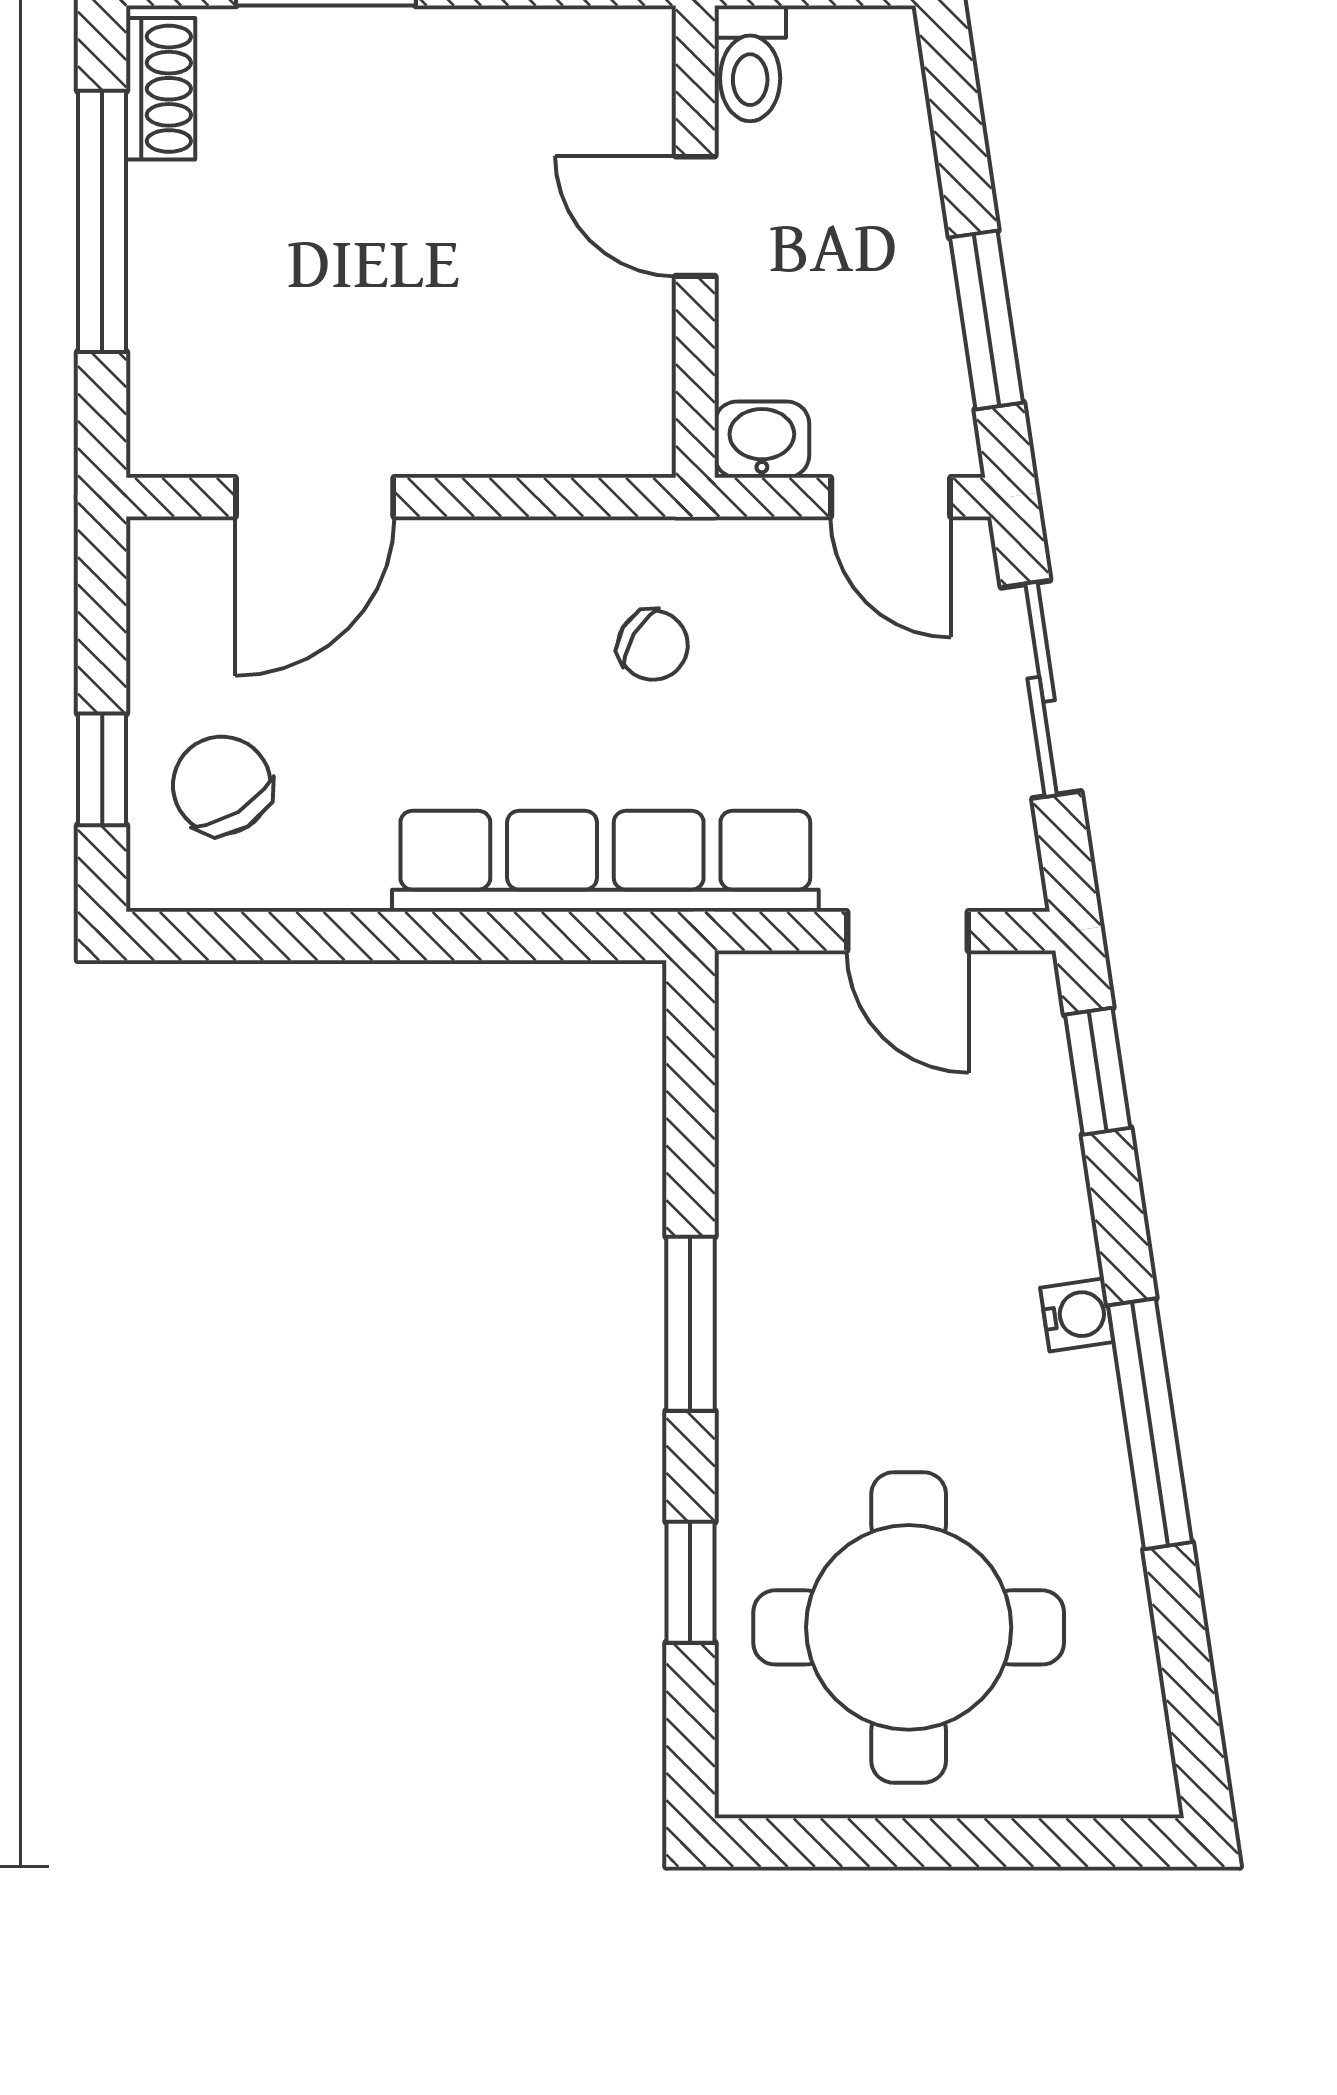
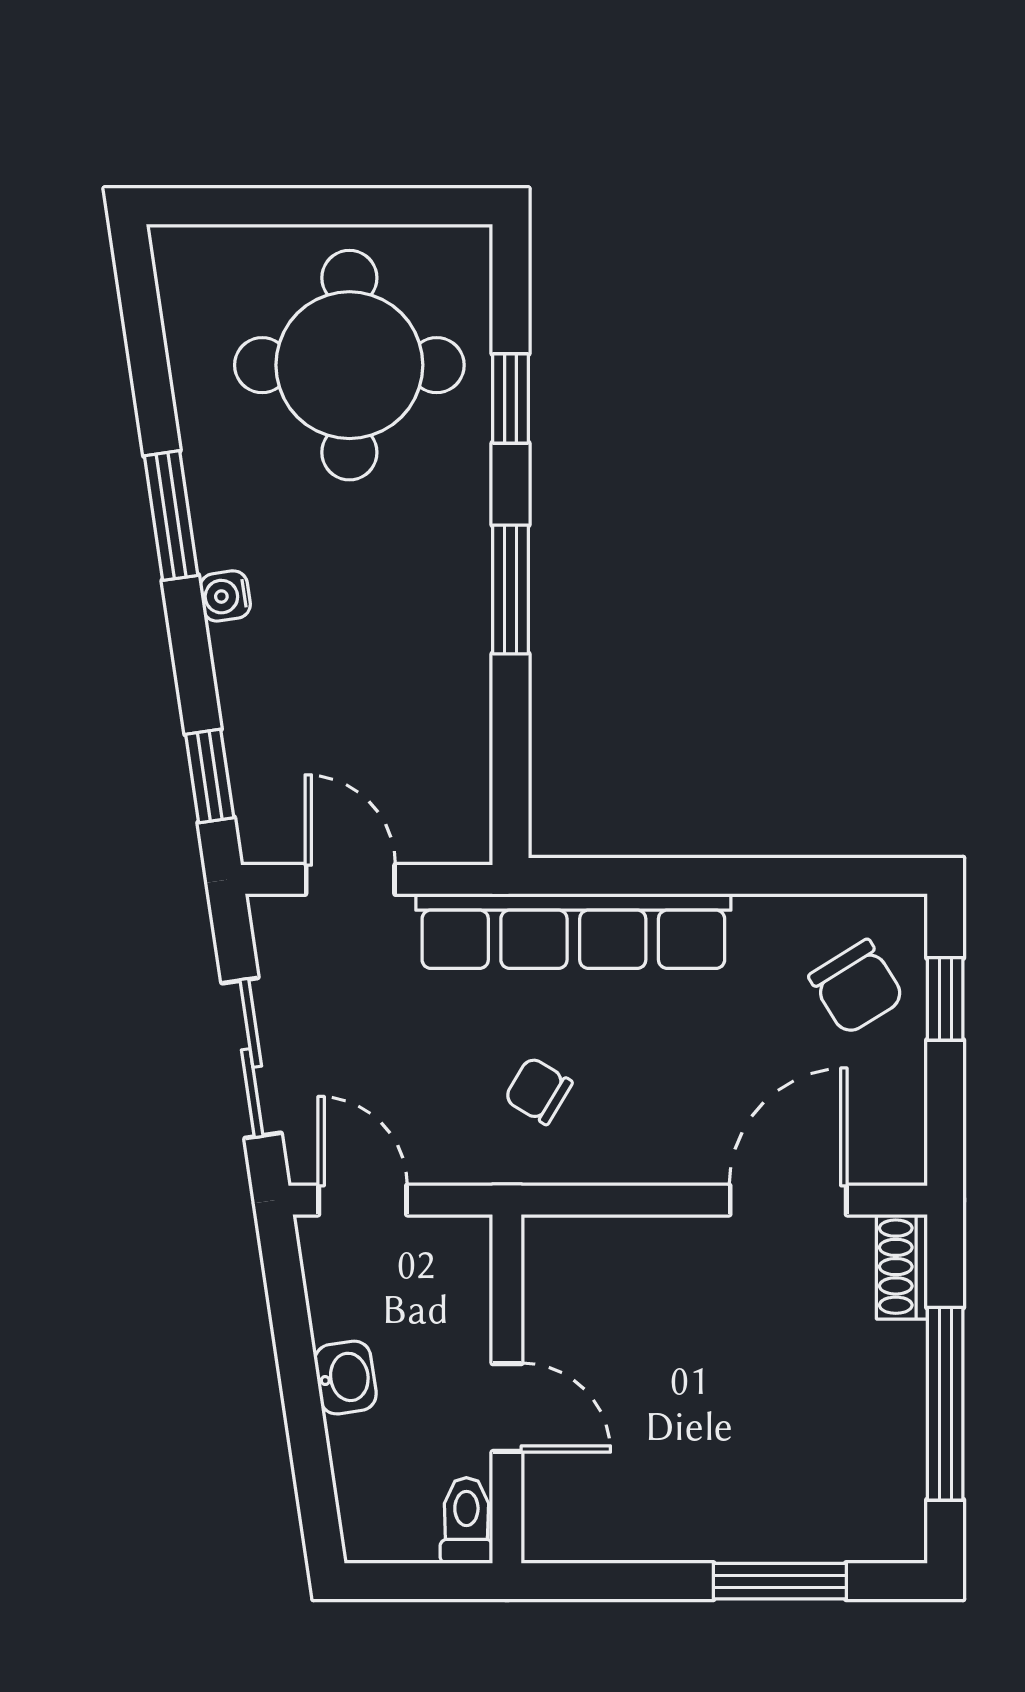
shoe rack: (161, 89) -> (902, 1267), moved
window: (986, 320) -> (292, 1331), removed
washbasin: (762, 440) -> (345, 1378), moved, turned -98
window: (1150, 1424) -> (171, 516), width x0.69

